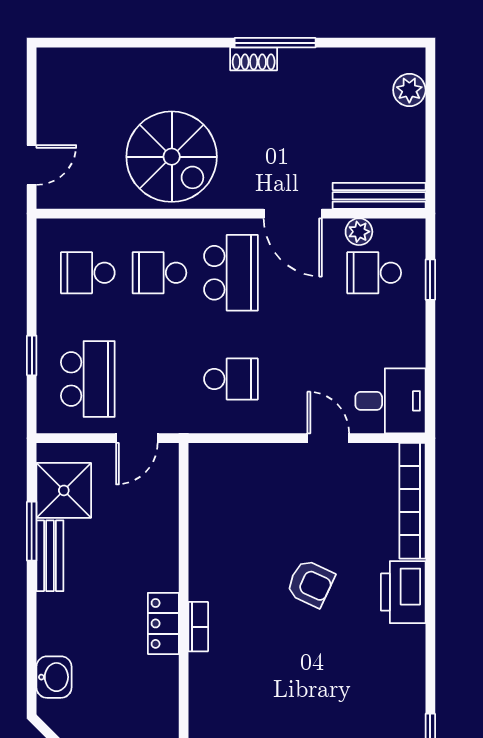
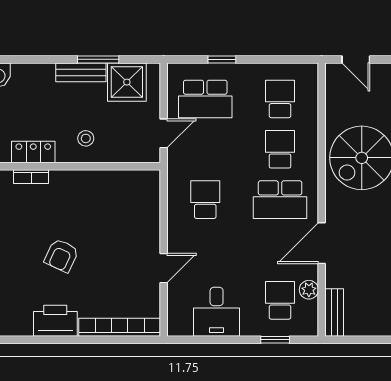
bench: (379, 196) -> (334, 313), width x0.73
school desk: (231, 379) -> (205, 200), turned 180
desk: (390, 401) -> (217, 312), moved
door: (137, 438) -> (164, 133), swing flipped
stool: (144, 549) -> (86, 138), added

